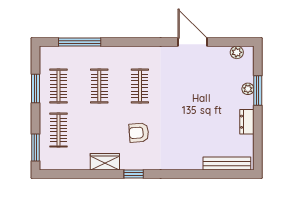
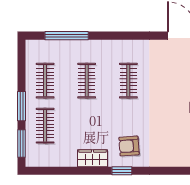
window: (36, 89) -> (22, 106), moved
armchair: (139, 133) -> (129, 146), moved

